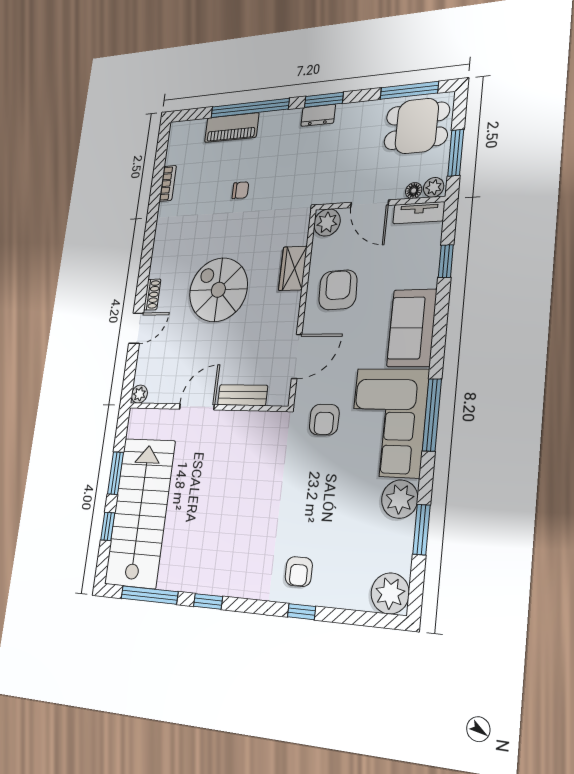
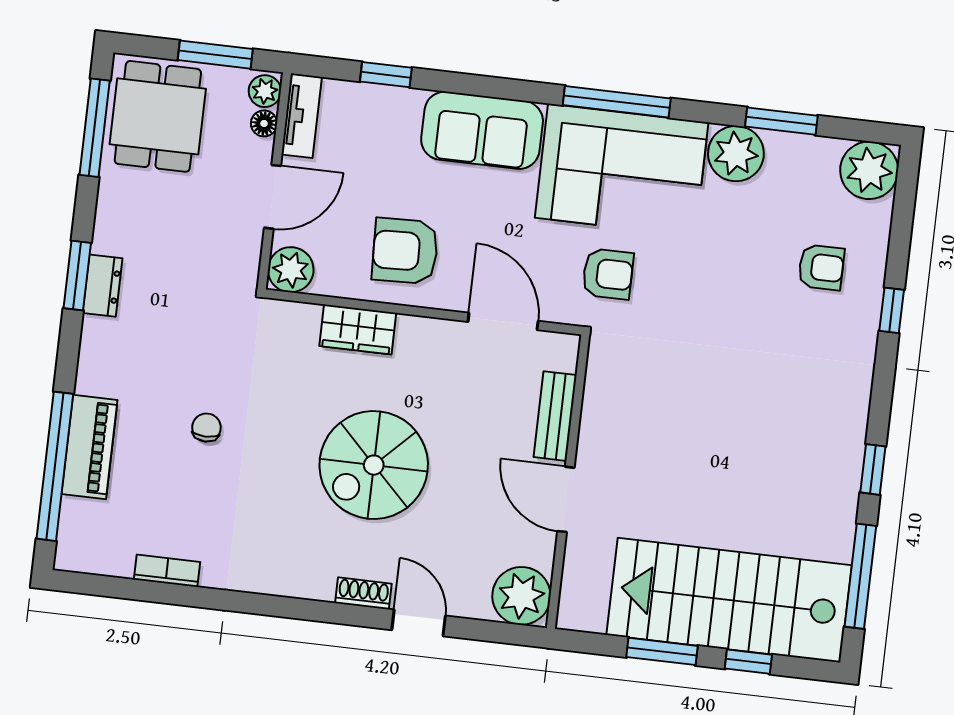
window: (250, 108) -> (55, 466), moved
plant: (139, 394) -> (521, 596), width x1.87, depth x1.87
armchair: (299, 572) -> (821, 267), moved

